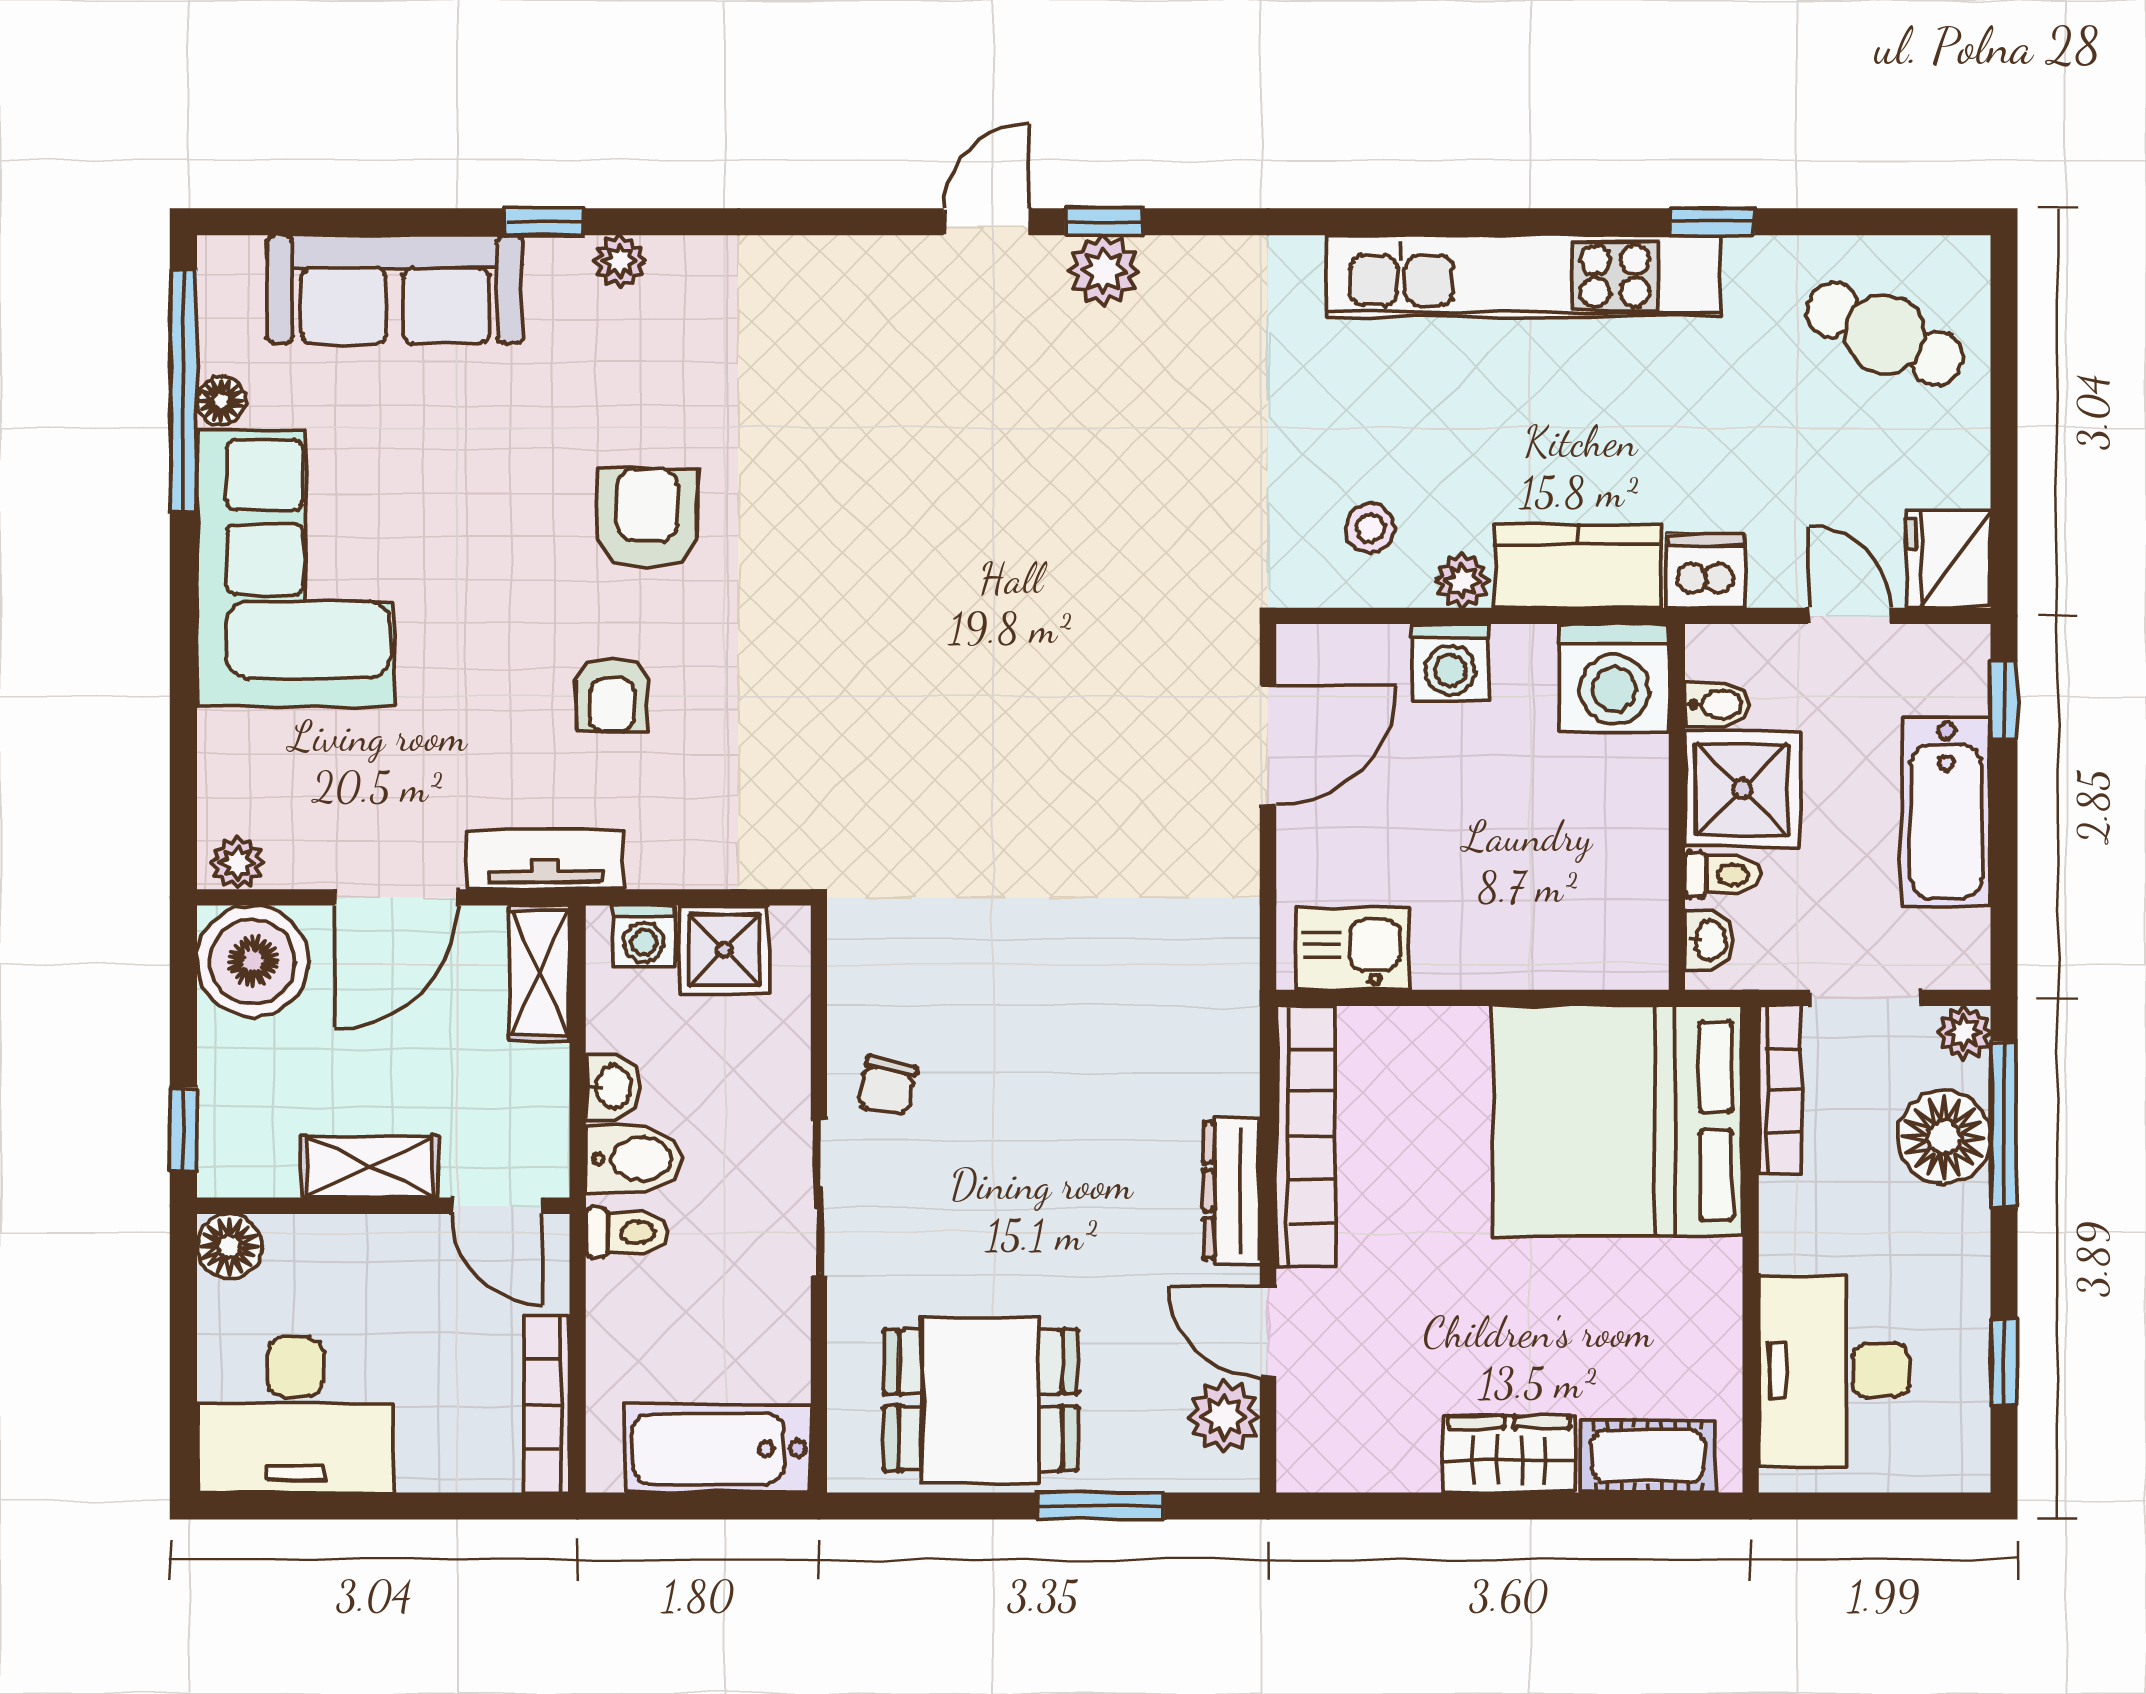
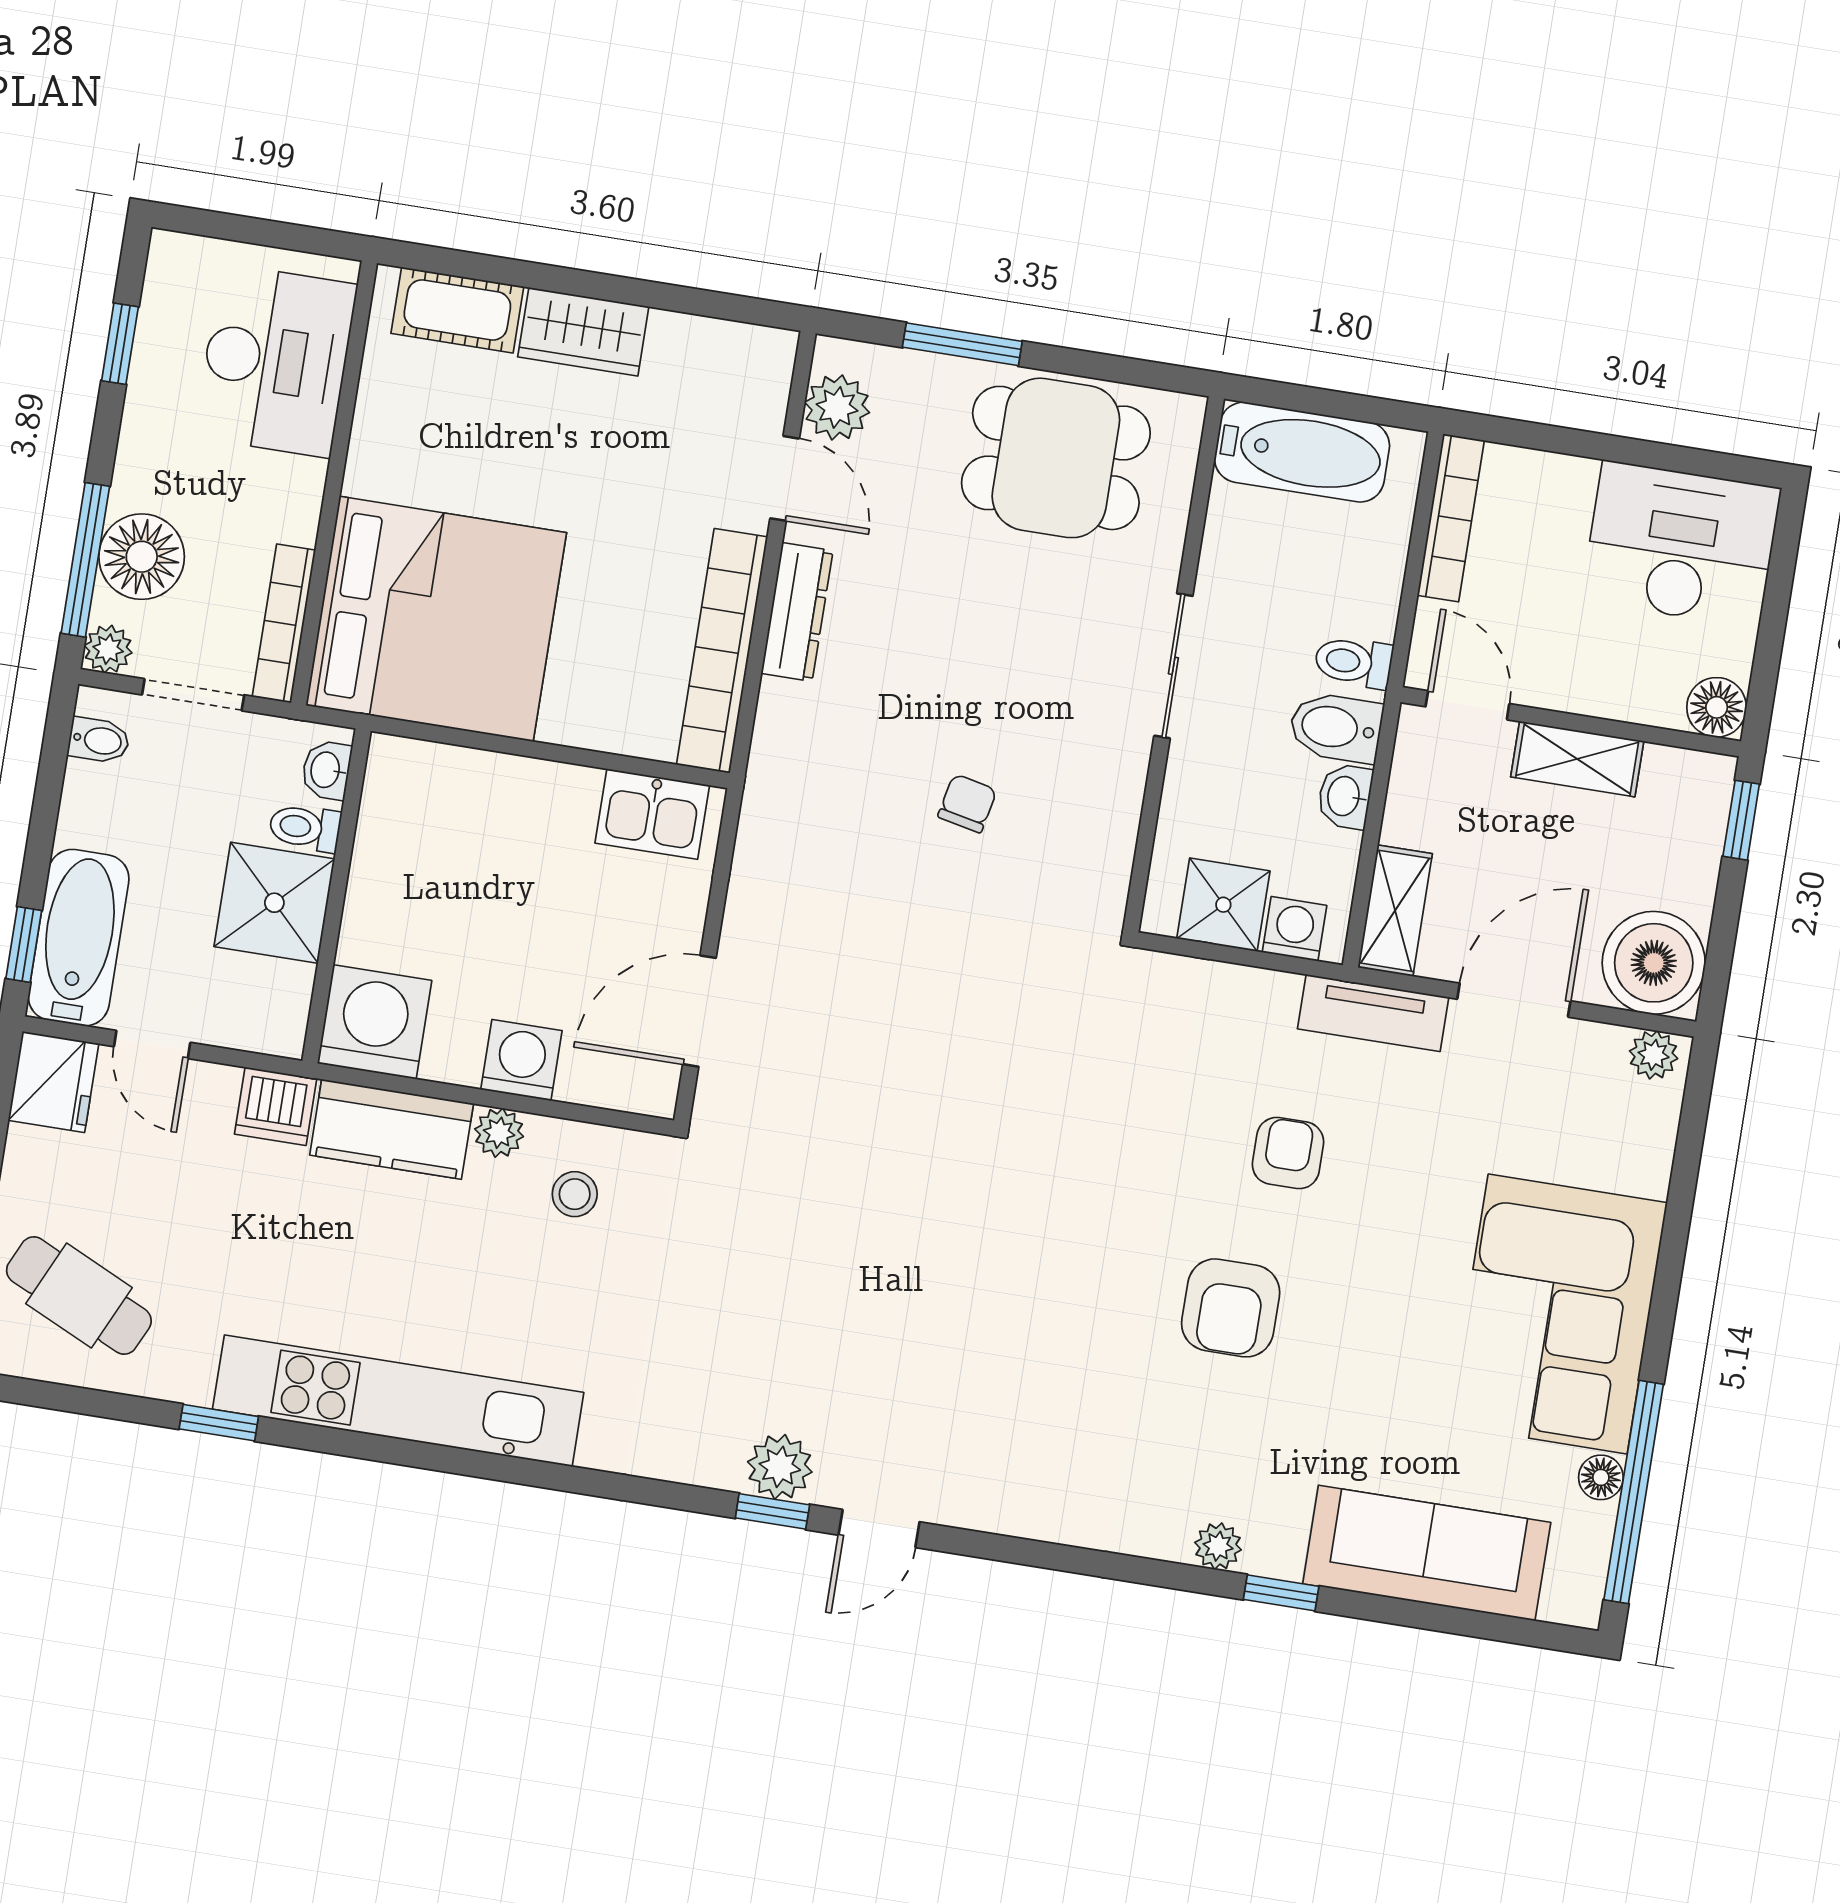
bidet: (1717, 704) -> (99, 740), moved, turned 180
bathtub: (1946, 812) -> (79, 938), moved
chair: (887, 1086) -> (967, 803), moved

